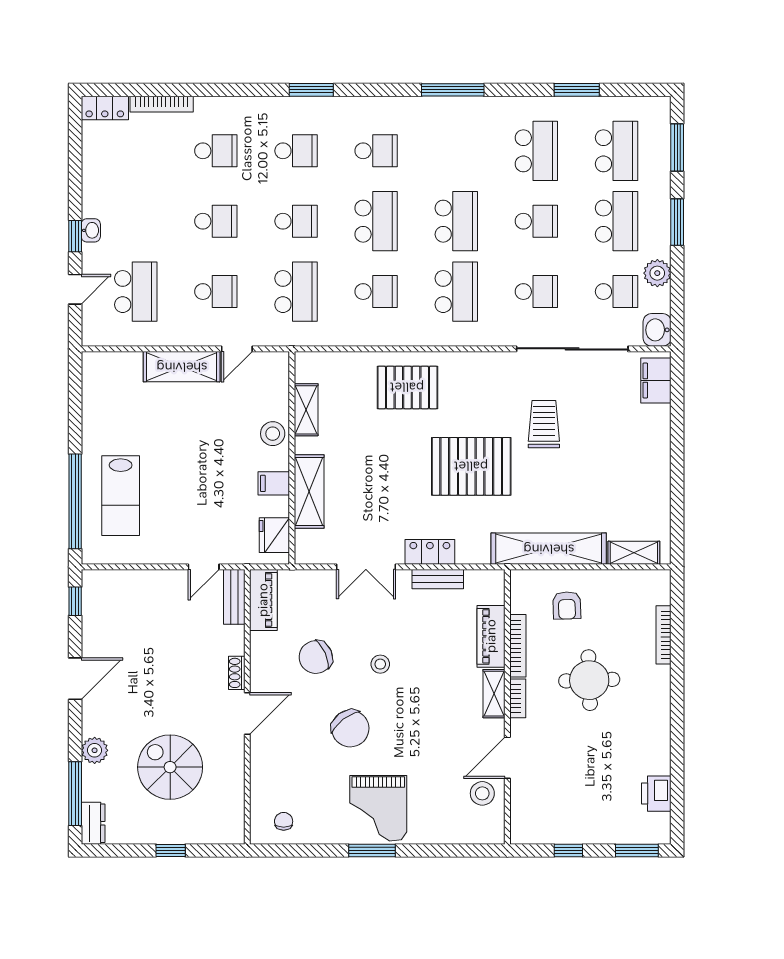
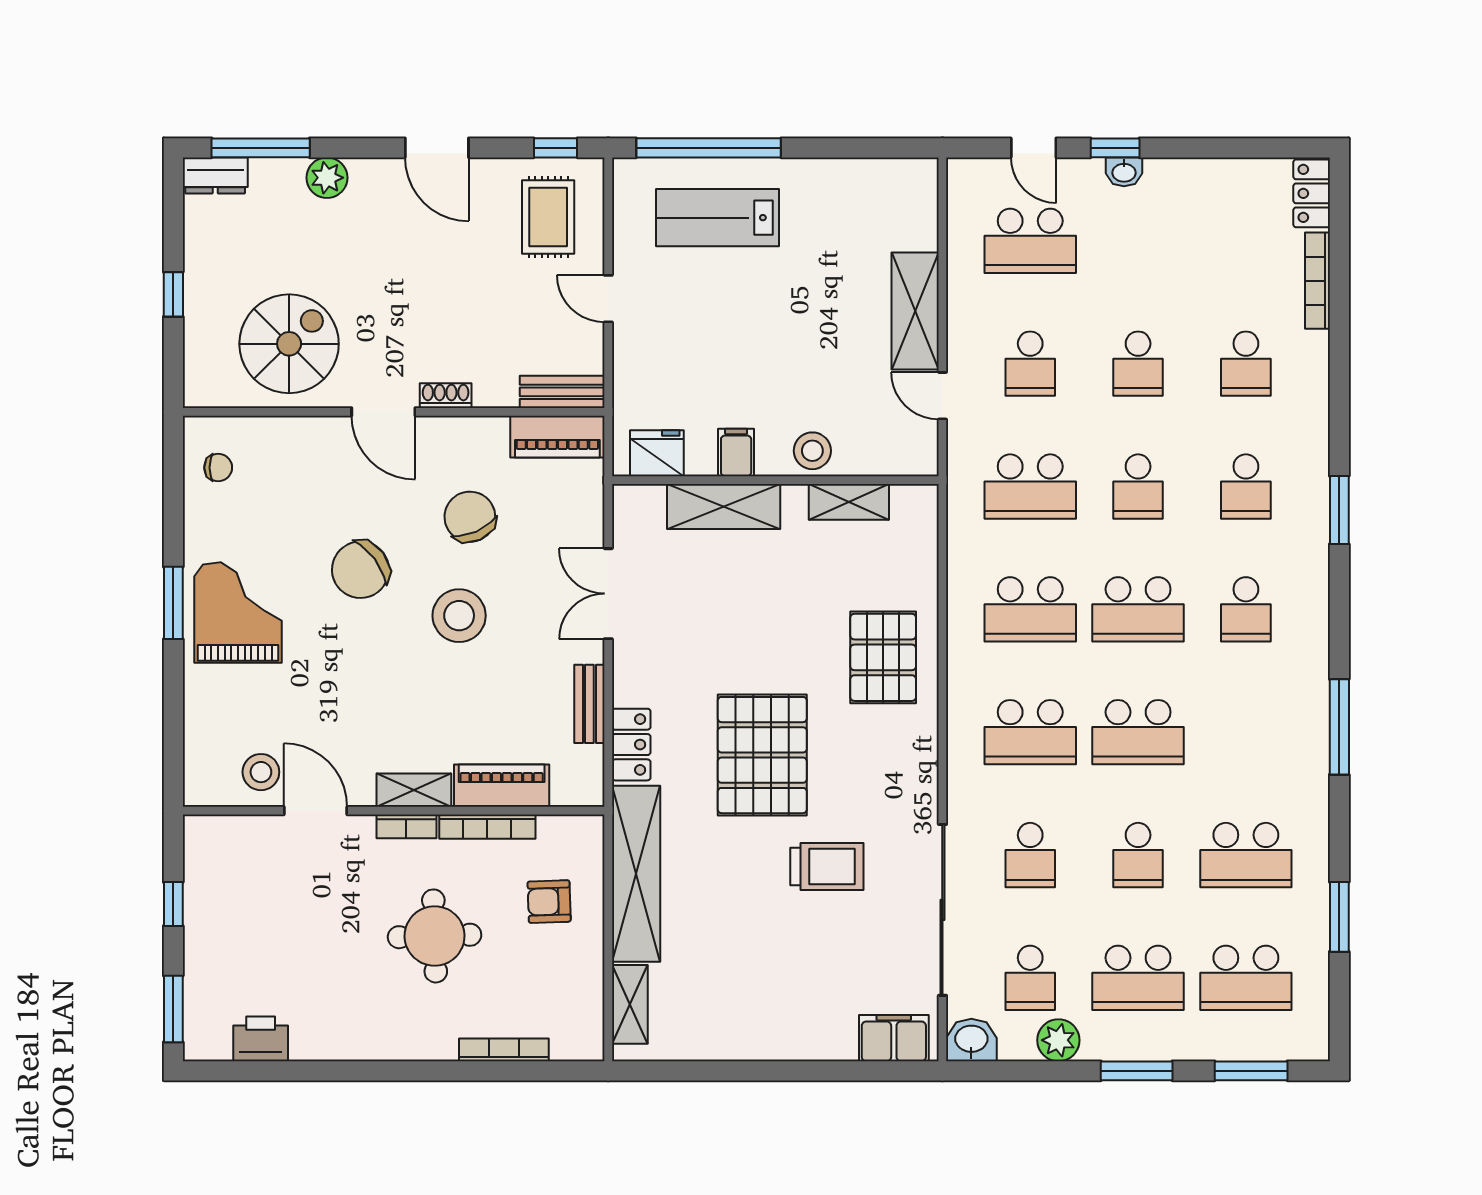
school desk: (376, 292) -> (1030, 609), width x1.85
locker: (430, 552) -> (631, 745), moved
door: (204, 567) -> (608, 299), moved
rug: (120, 606) -> (548, 217), added
stool: (380, 664) -> (459, 616), width x1.89, depth x1.89
spiral stairs: (170, 767) -> (289, 344), moved
grand piano: (378, 808) -> (238, 613), turned 90

